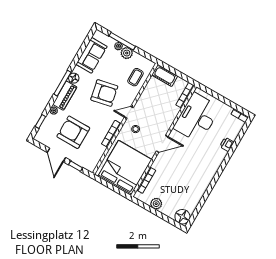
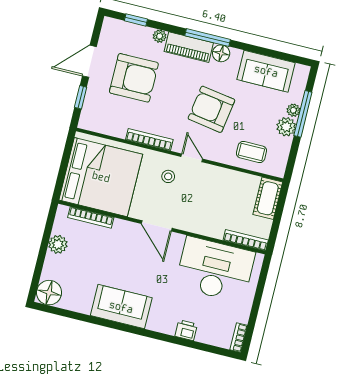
armchair: (104, 93) -> (211, 109), turned 111
armchair: (73, 132) -> (134, 78), turned 90
sofa: (202, 178) -> (121, 307), added

